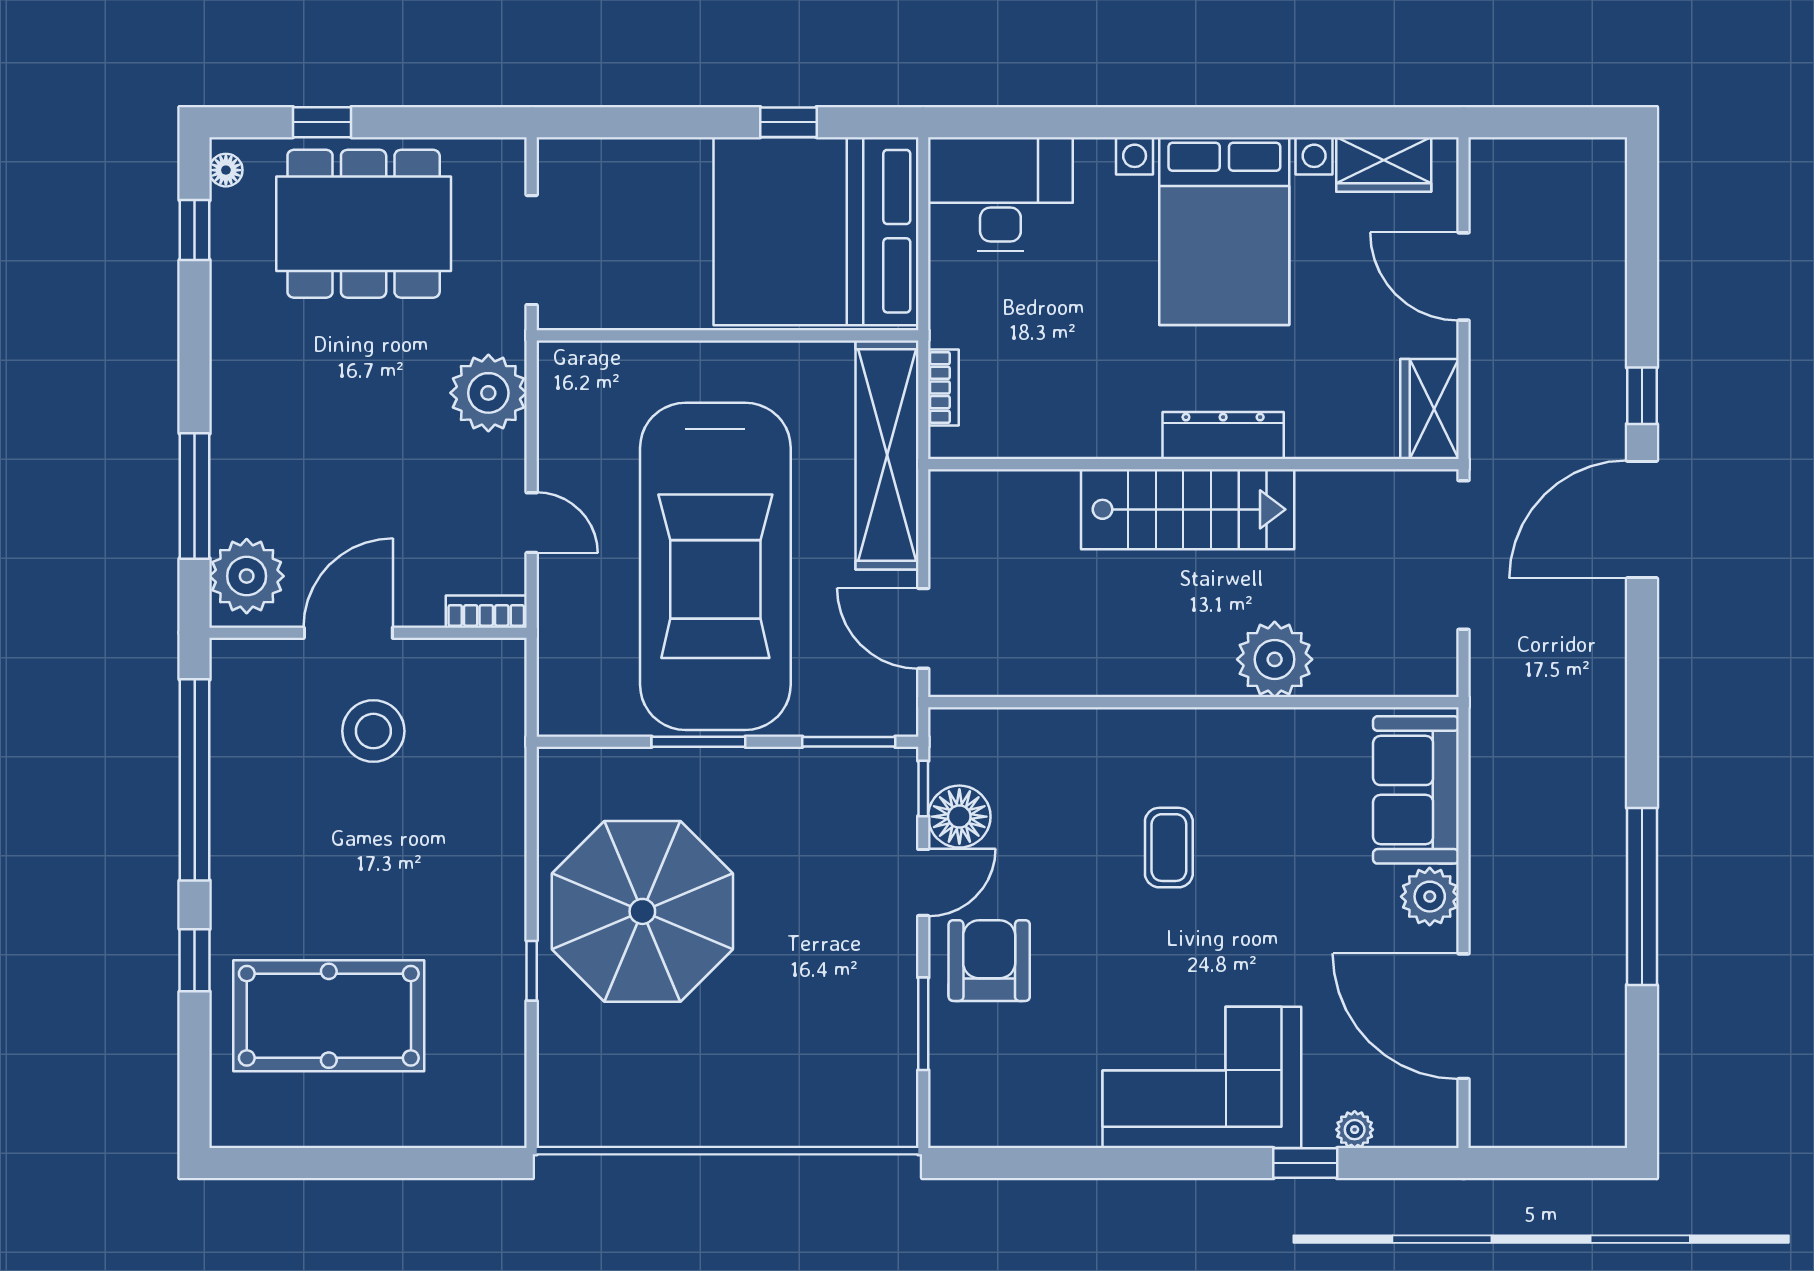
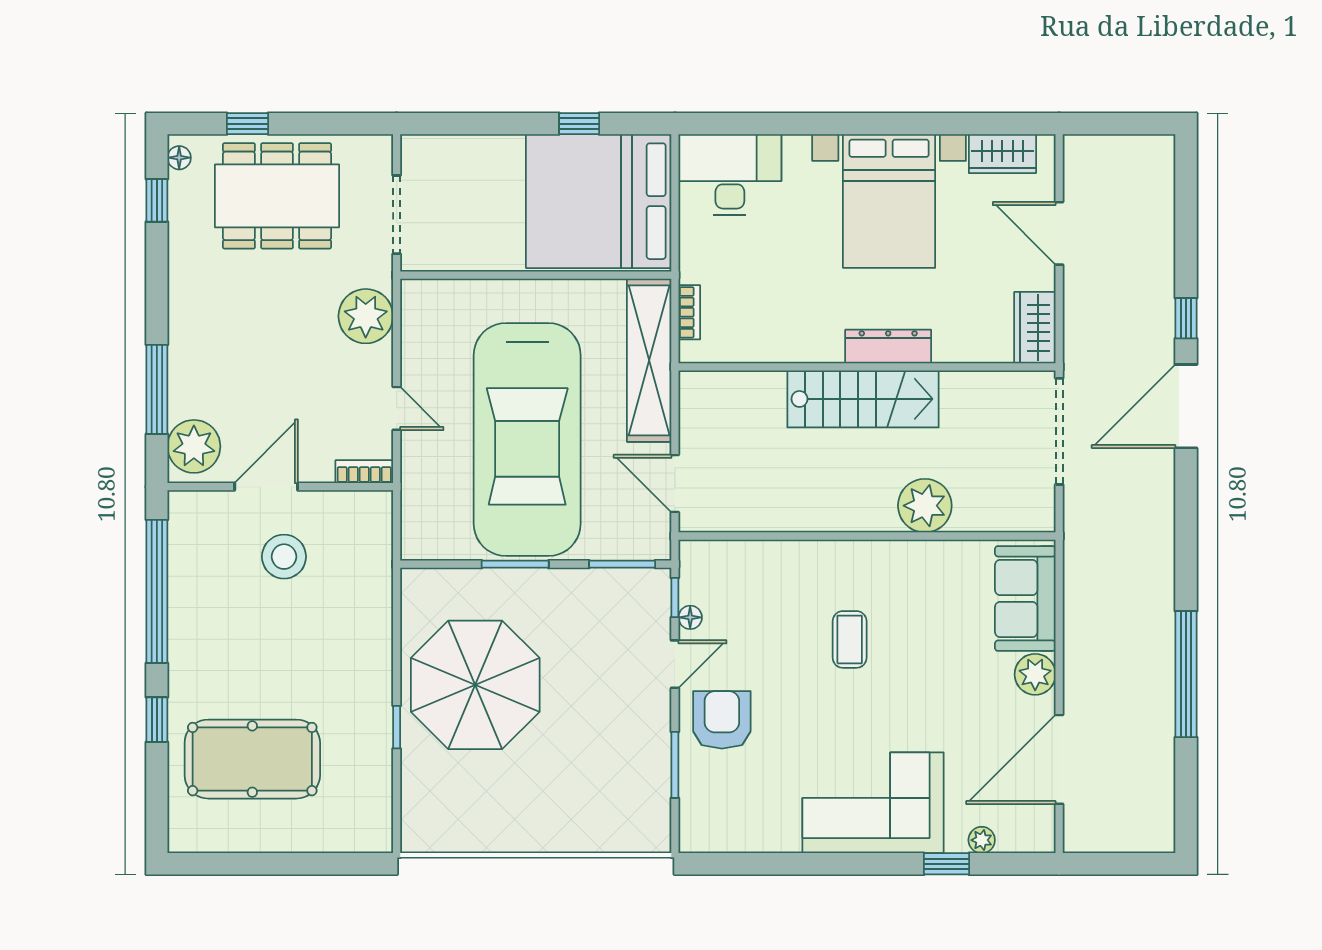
floor lamp: (959, 817) -> (690, 617), width x0.53, depth x0.53
door: (1464, 1016) -> (1059, 759), hinge flipped

